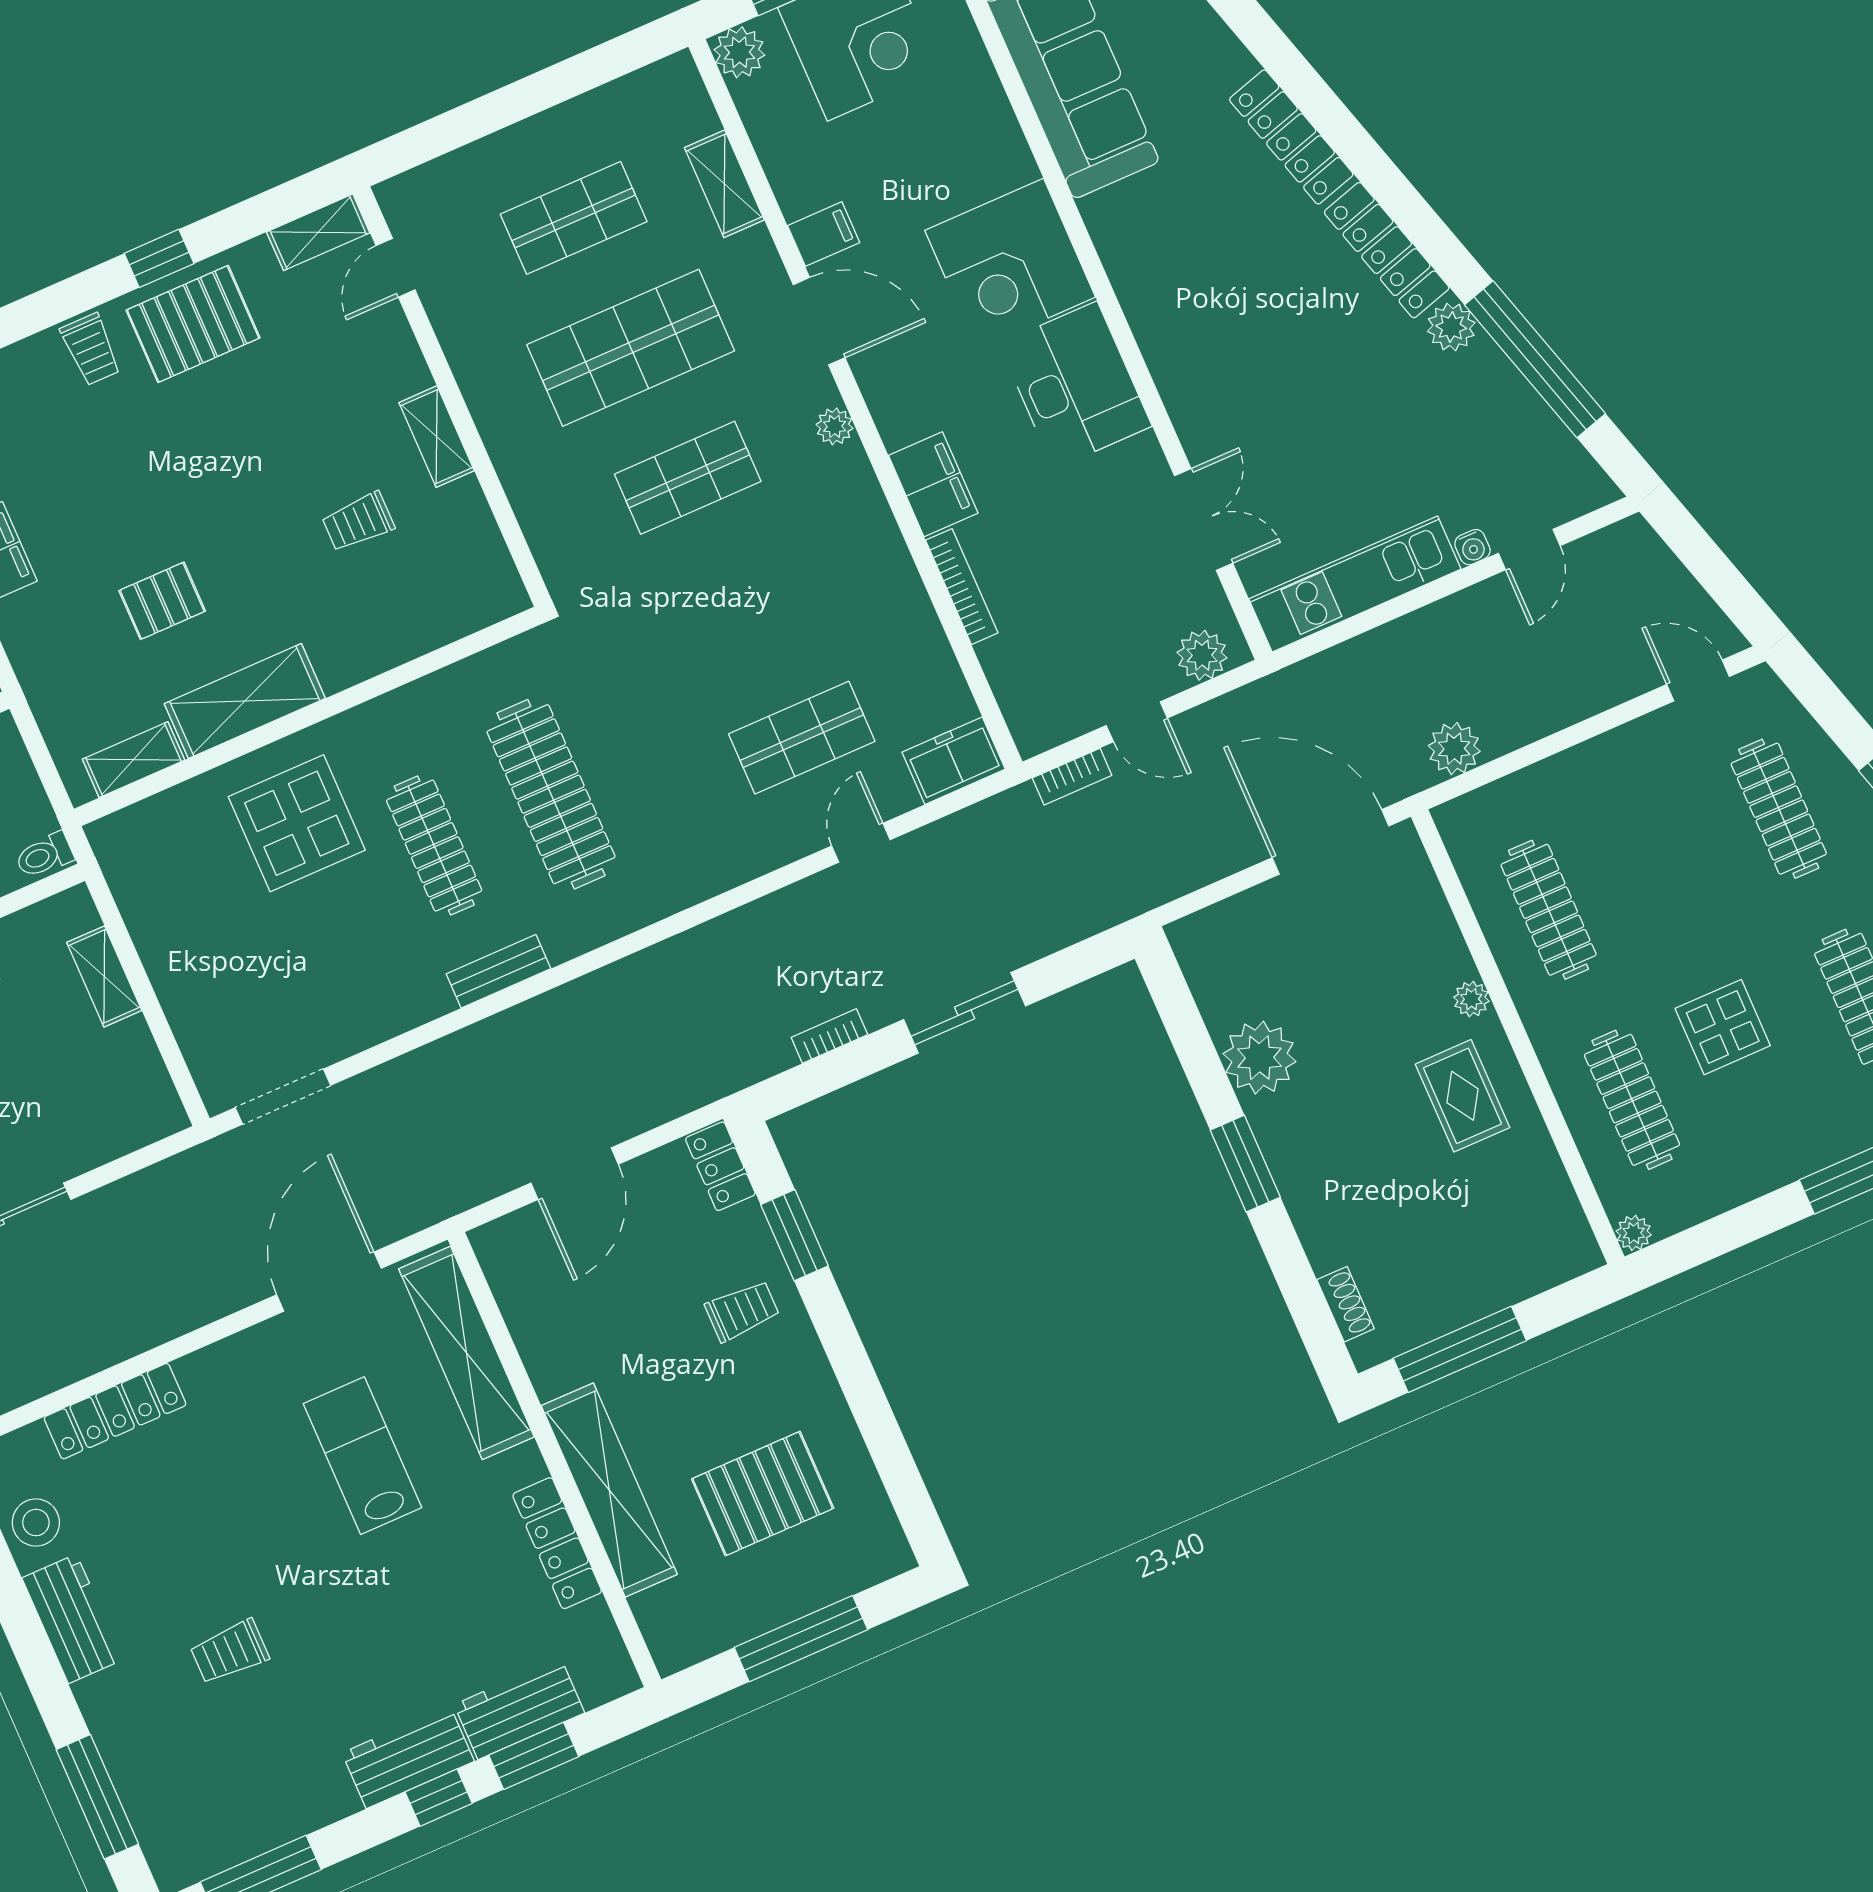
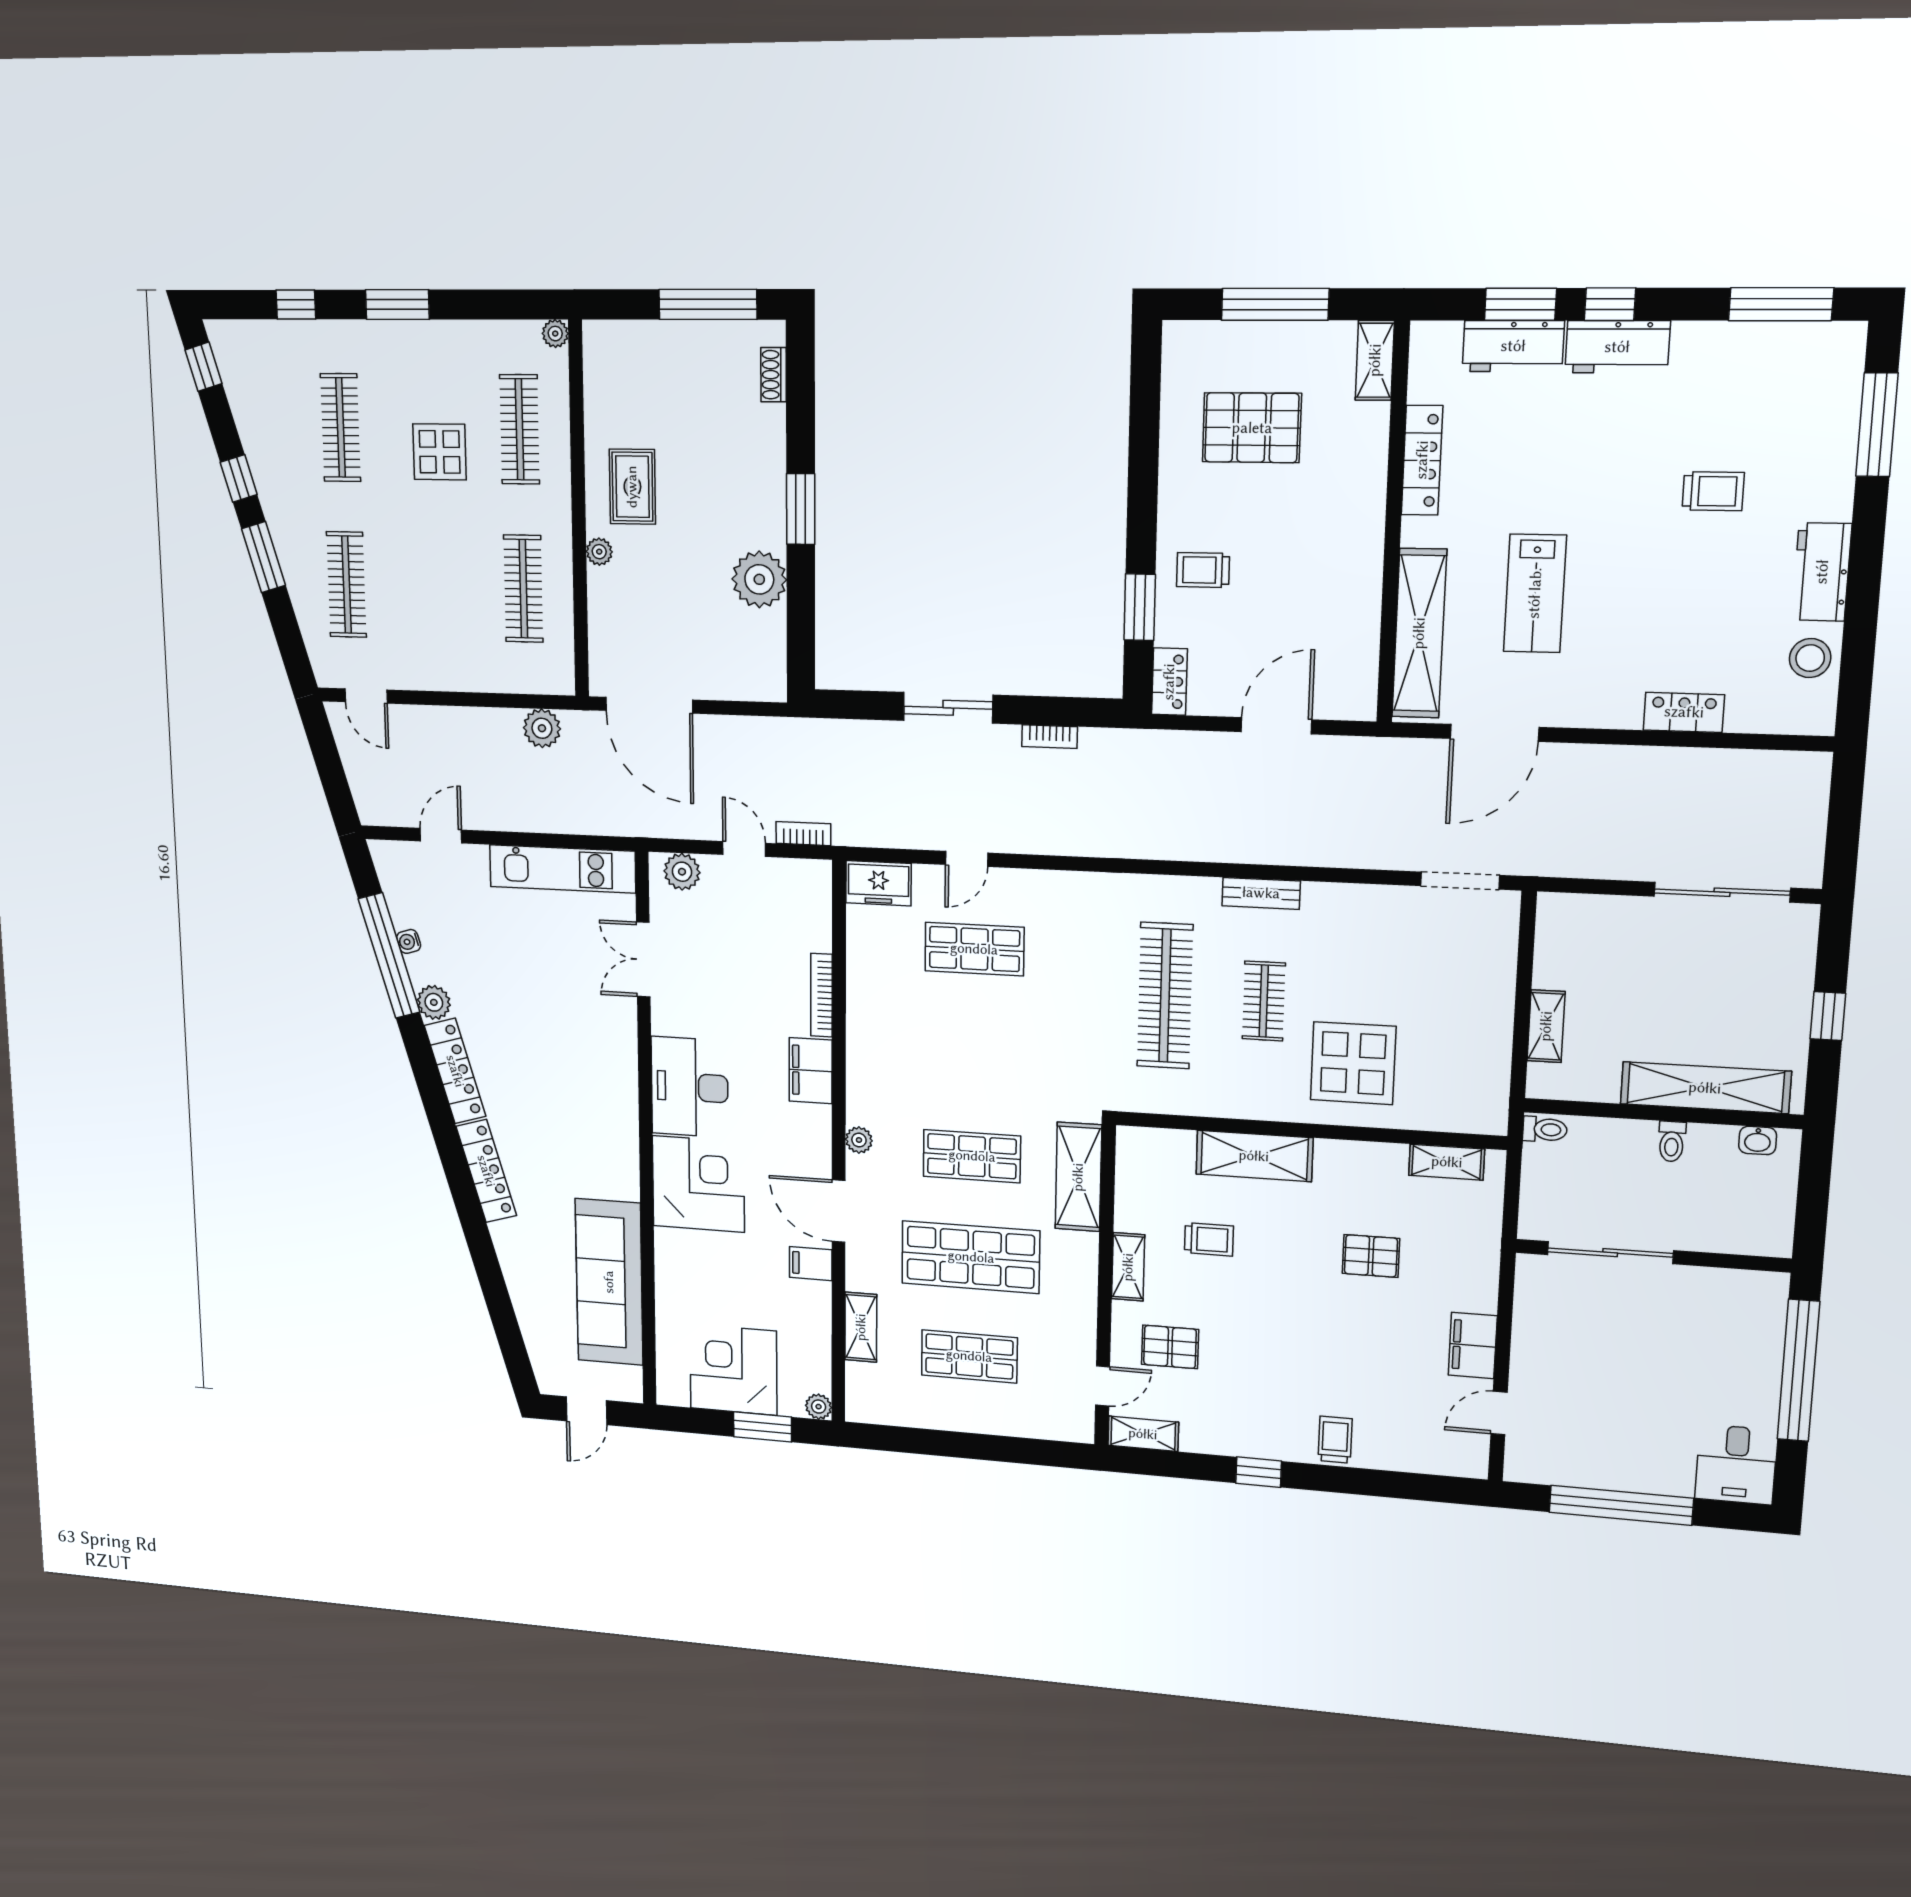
plant: (739, 52) -> (819, 1407), width x0.73, depth x0.73
pallet: (193, 324) -> (1170, 1347), moved, width x0.67, depth x0.71
shelving: (548, 519) -> (1078, 1177), added
water cooler: (1472, 547) -> (409, 941), moved, turned -107
shelving: (245, 701) -> (1254, 1156), moved
clothes rail: (434, 846) -> (1264, 1001), width x0.73
locker: (115, 1411) -> (1684, 712), width x0.66
shelving: (609, 1490) -> (1375, 360), moved, width x0.45, depth x0.75

